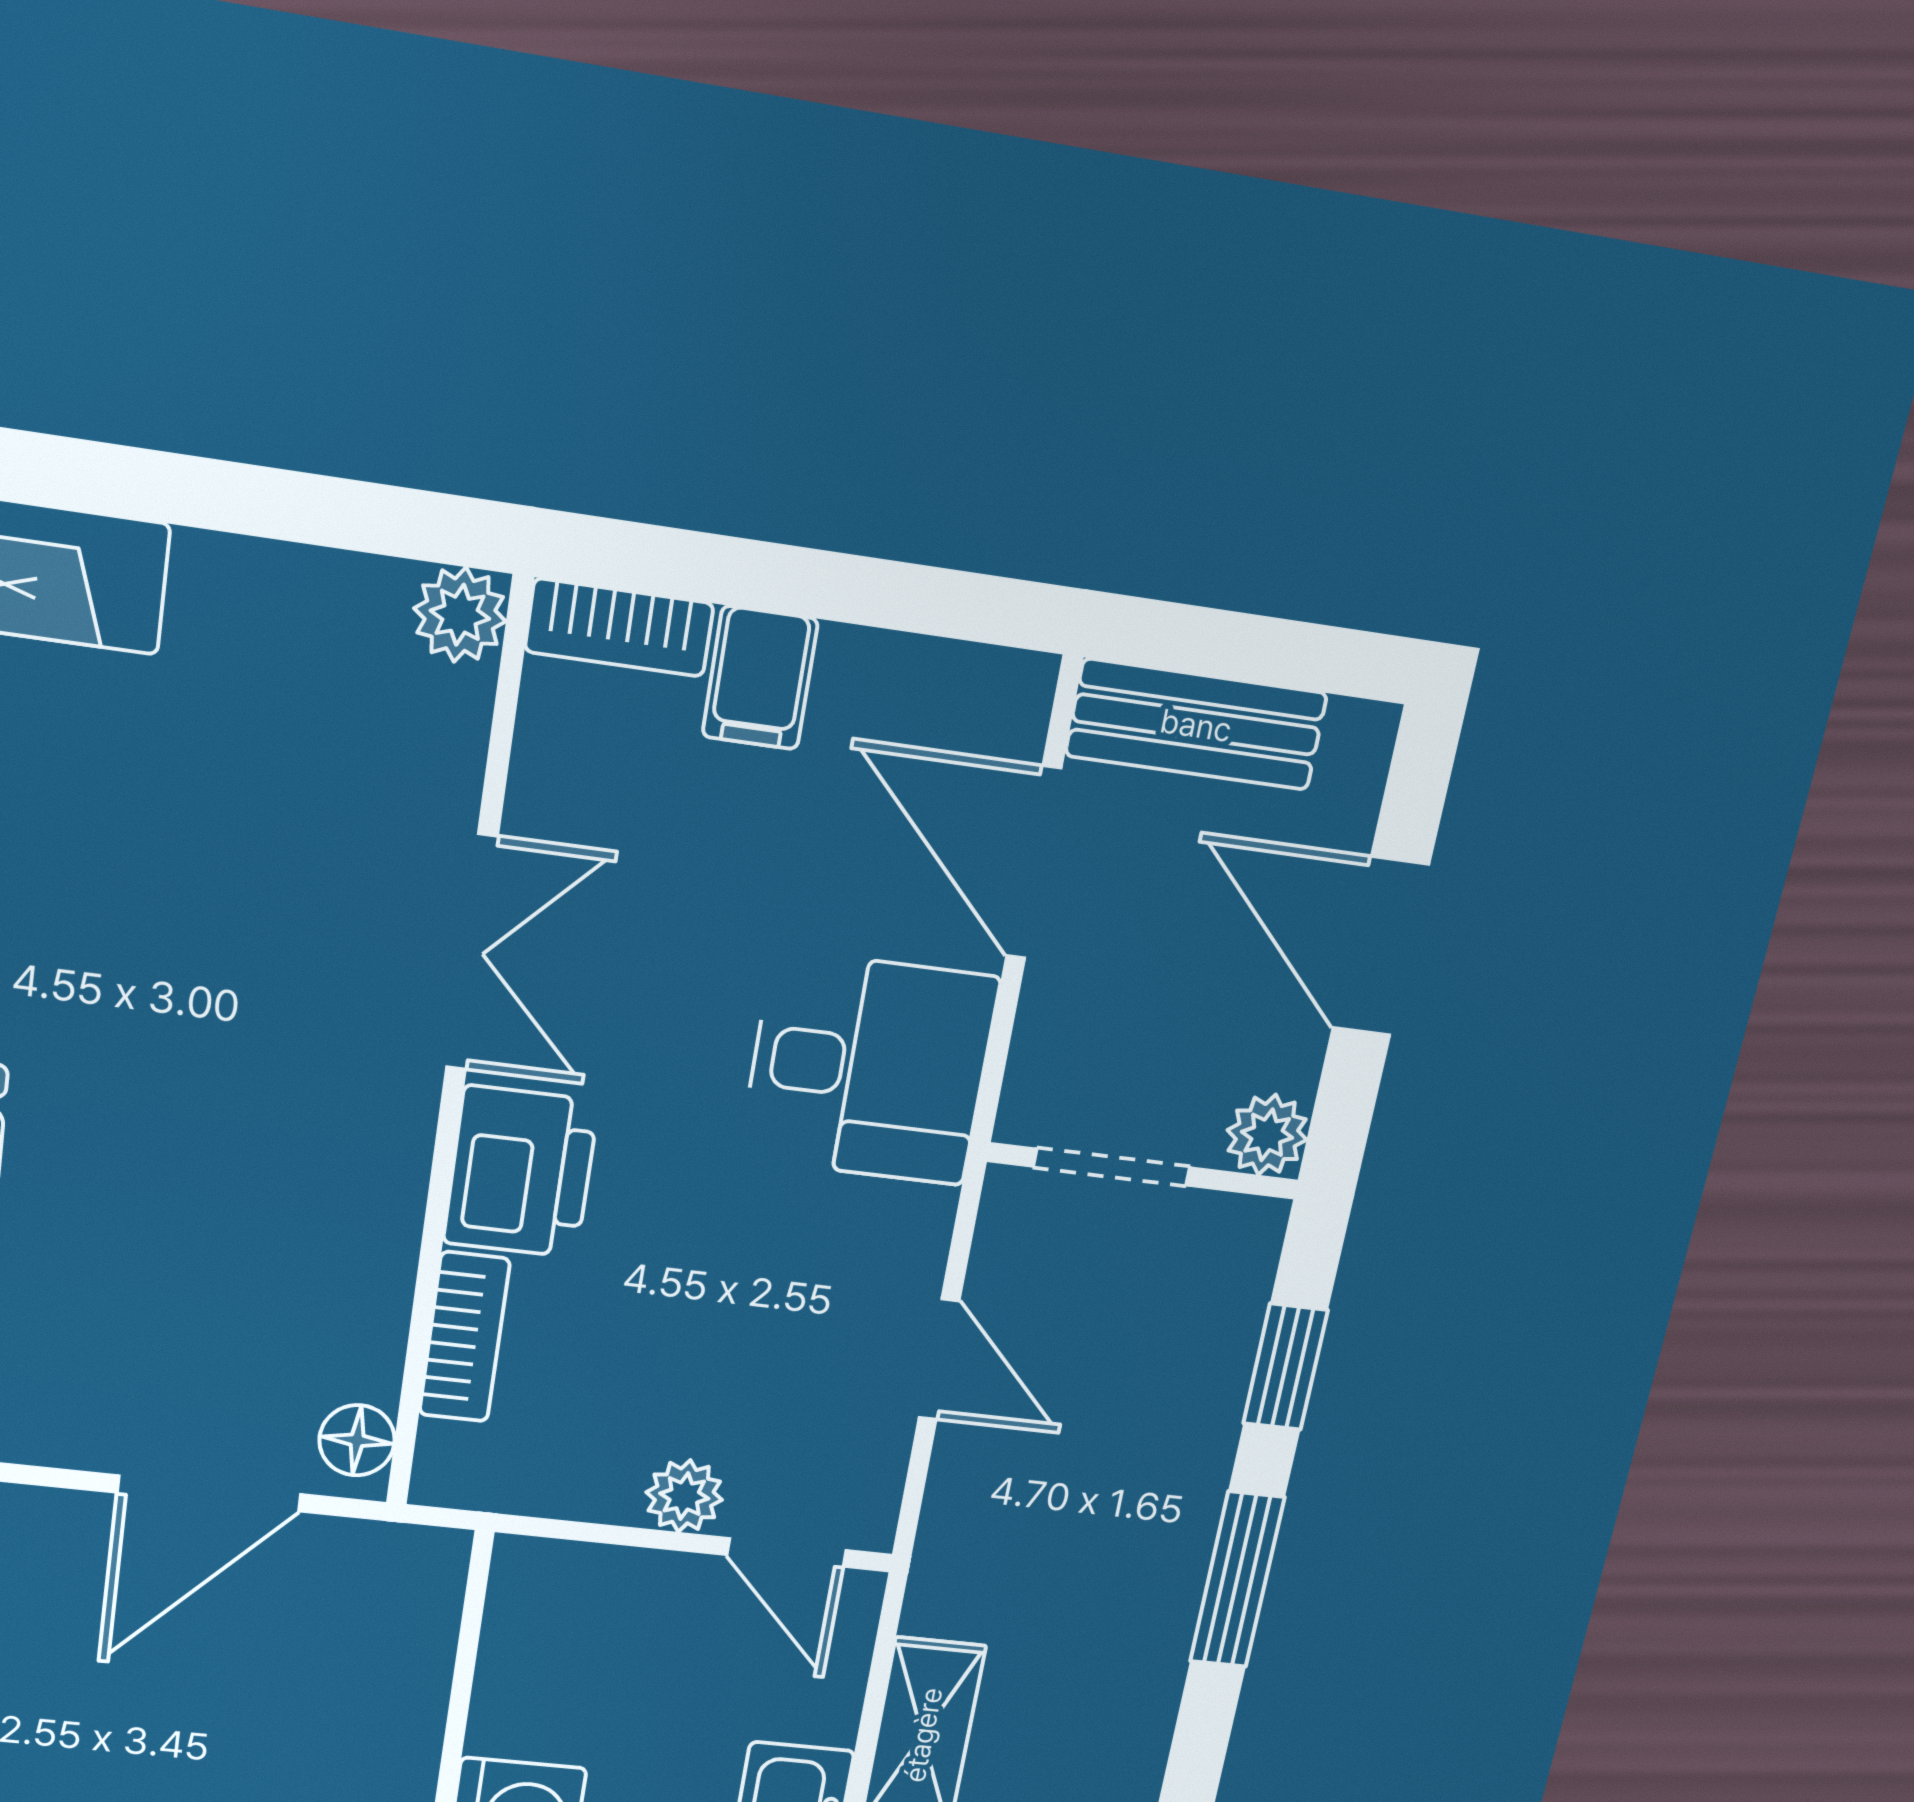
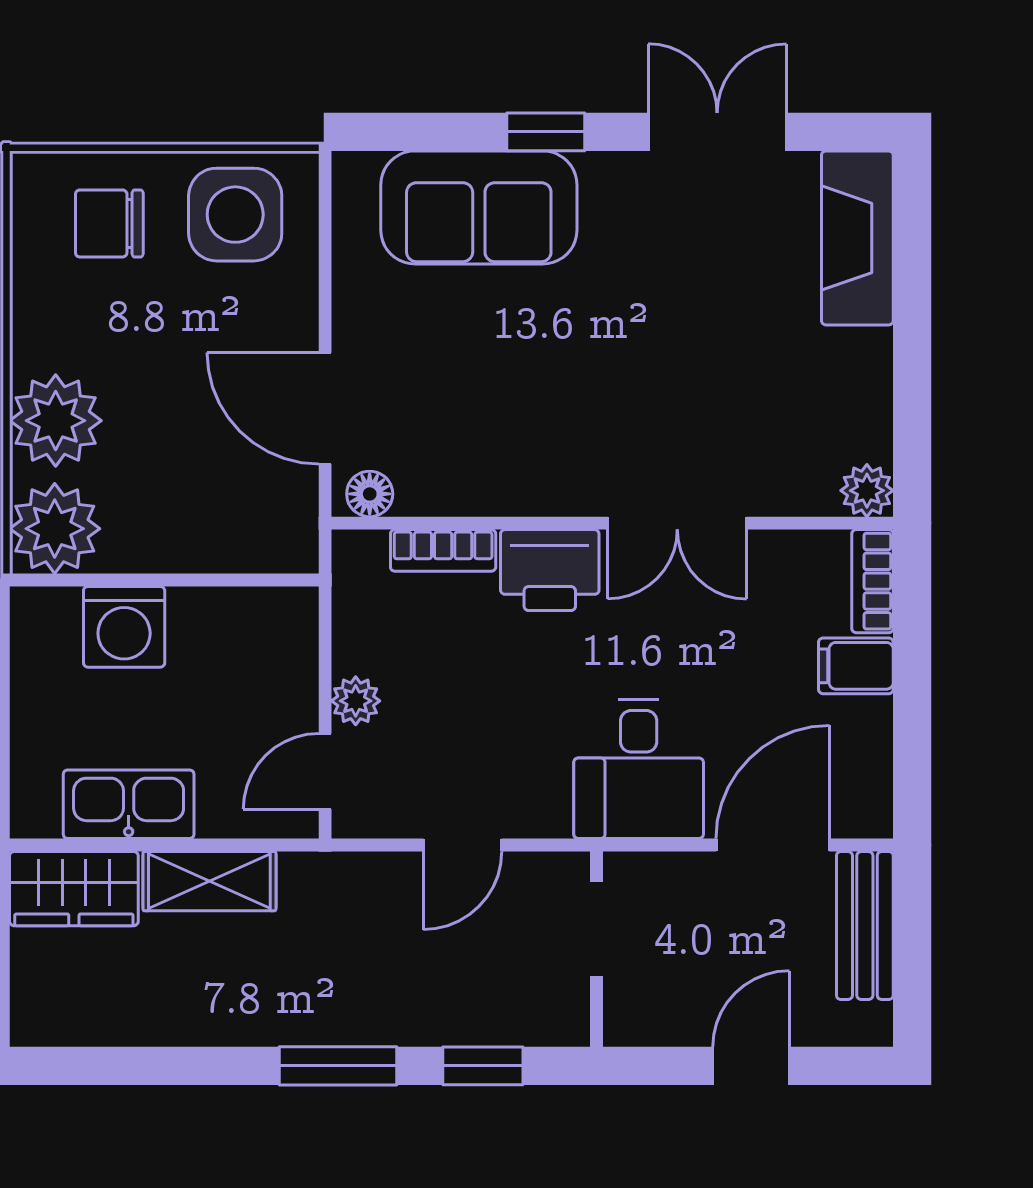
door: (1381, 947) -> (751, 1066), width x0.73
plant: (1267, 1135) -> (628, 1021), removed

